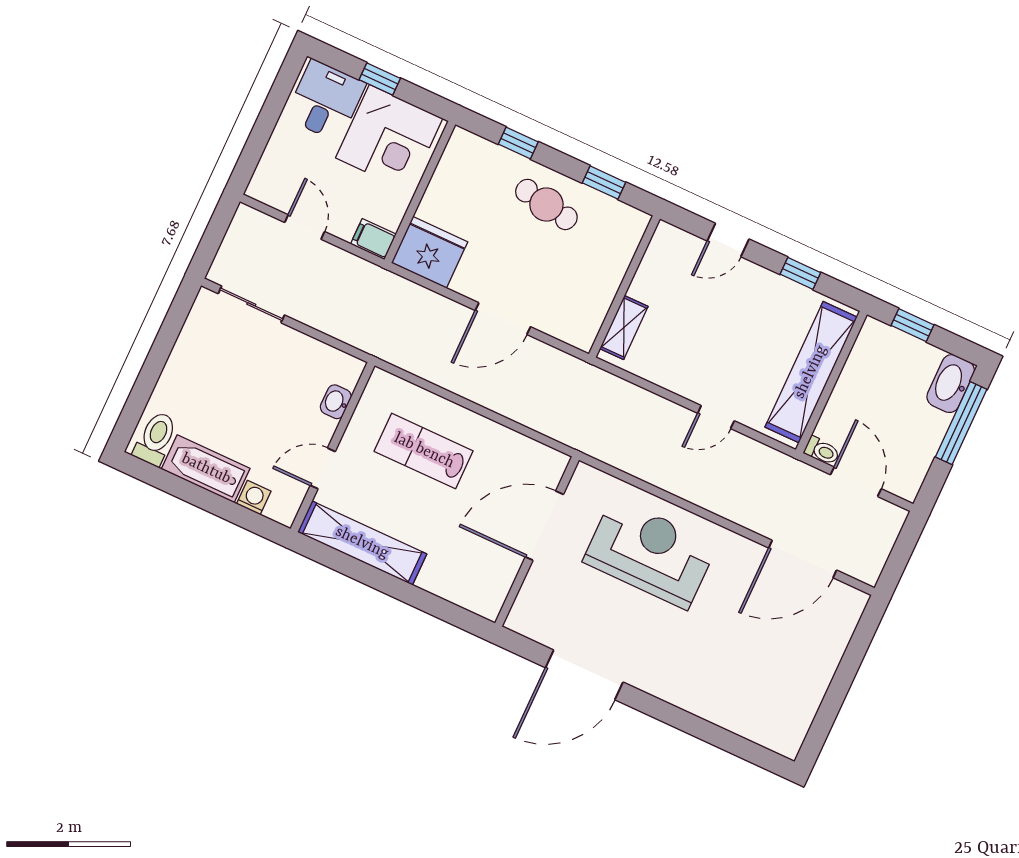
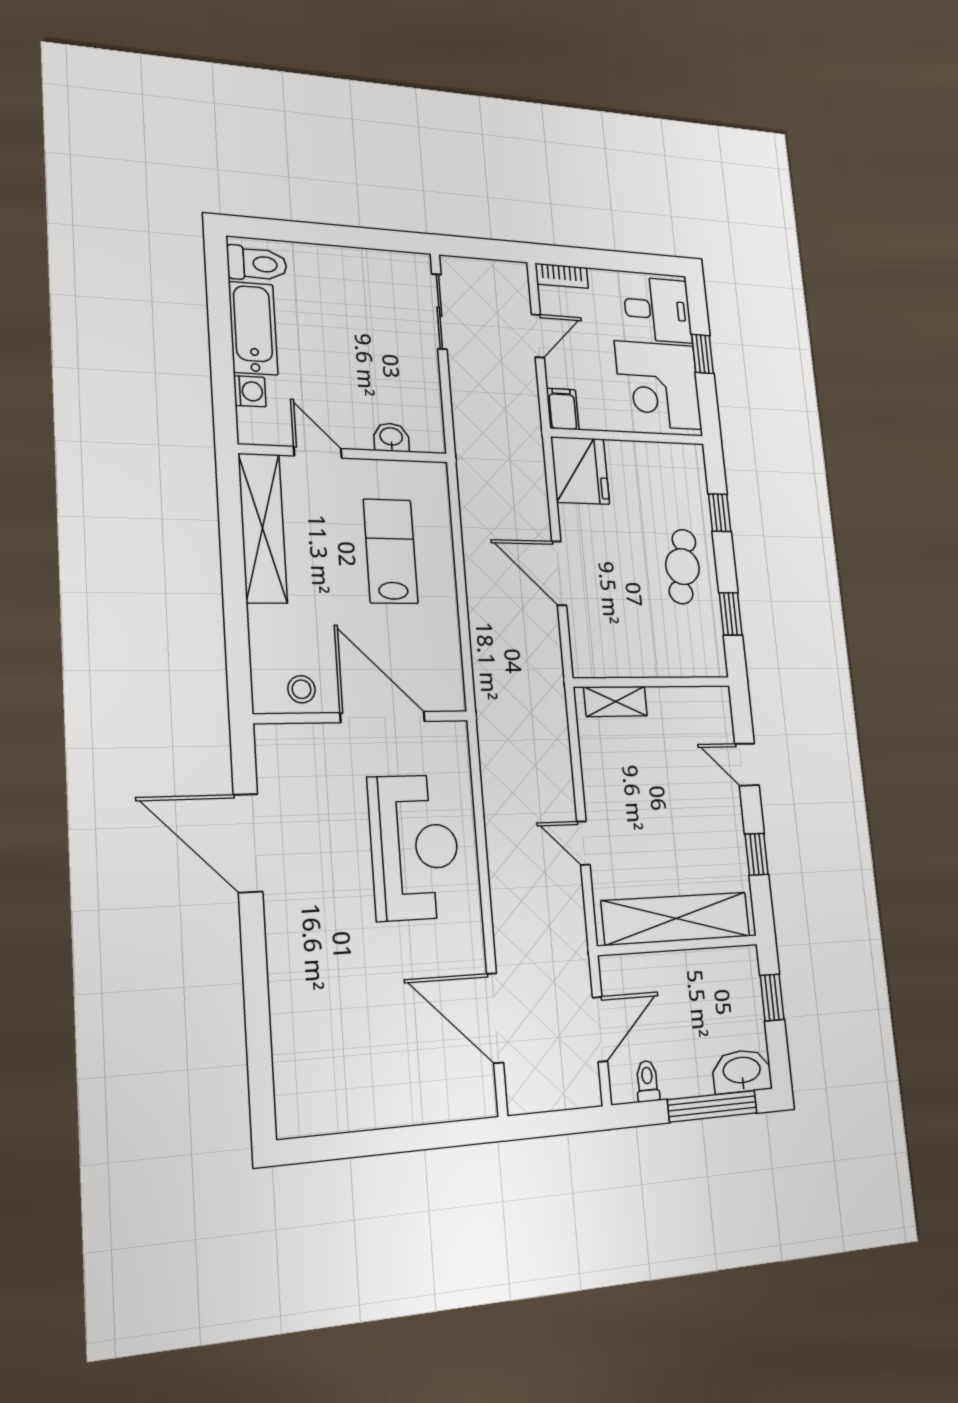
bookcase: (263, 176) -> (562, 276), added
toilet: (822, 451) -> (647, 1081), moved, turned 180
stool: (494, 577) -> (301, 689), added

